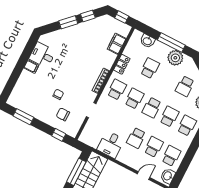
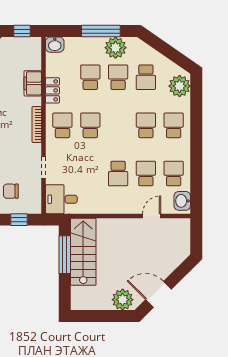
washbasin: (147, 41) -> (55, 45), moved
filing cabinet: (117, 44) -> (33, 83), moved
school desk: (152, 108) -> (118, 77), moved, turned 180
desk: (111, 144) -> (61, 199), moved, turned 90

